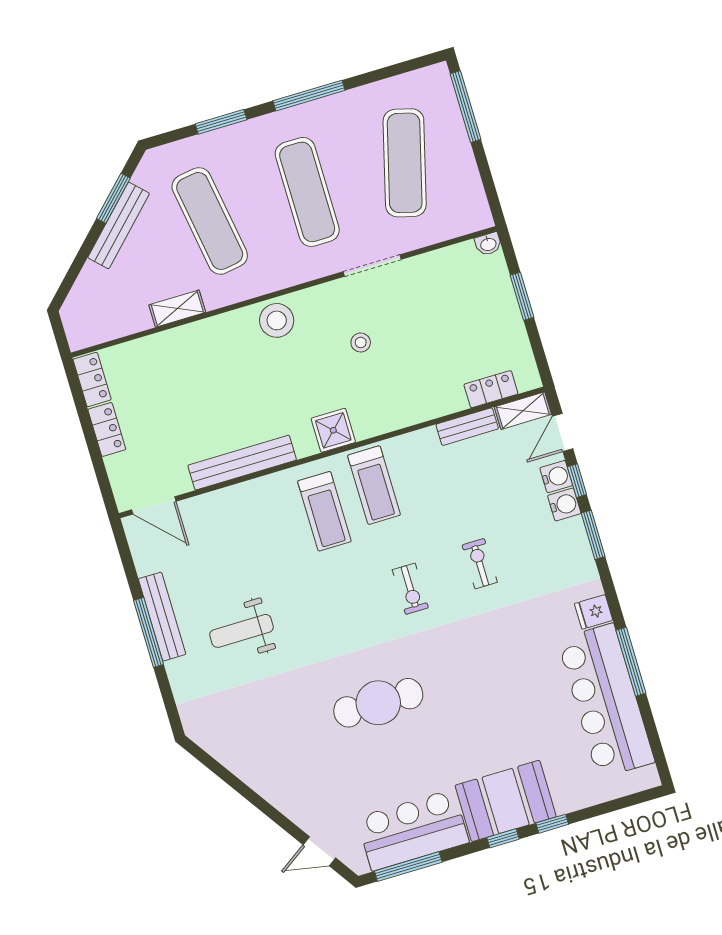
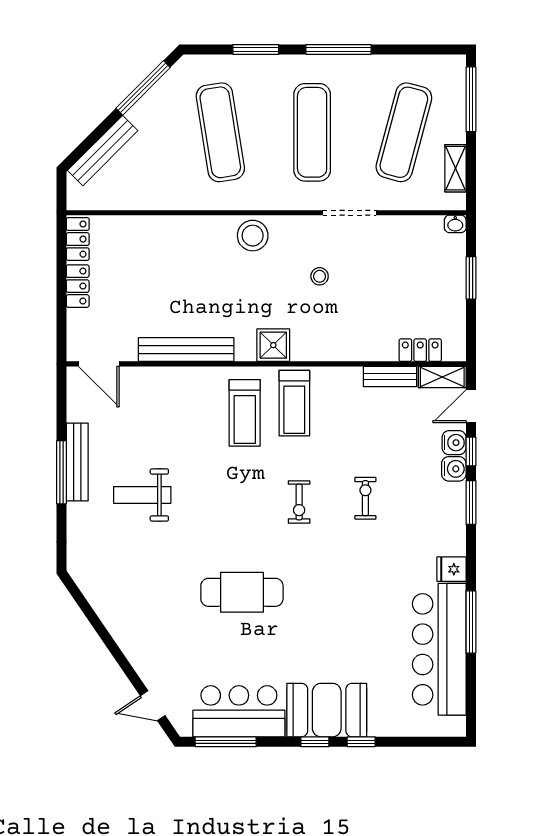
window: (113, 198) -> (143, 88), width x1.44
bench: (119, 226) -> (103, 151), moved
shelving: (177, 309) -> (455, 168), moved, turned 90

